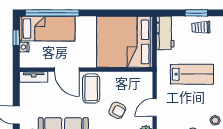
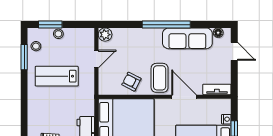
lab bench: (192, 74) -> (57, 76), moved
armchair: (117, 110) -> (131, 82), moved

